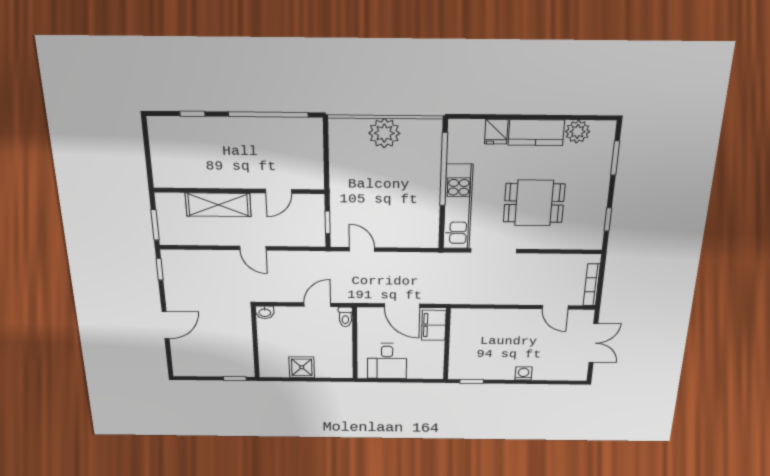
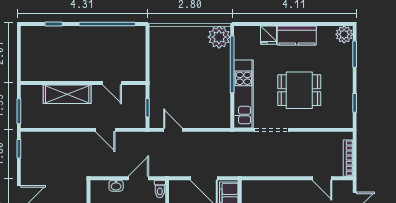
plant: (578, 132) -> (344, 34), moved
plant: (384, 133) -> (219, 37), moved
door: (279, 191) -> (112, 83), hinge flipped
door: (253, 248) -> (105, 130), moved
washbasin: (265, 312) -> (116, 186), moved

